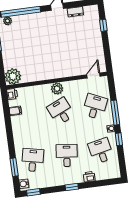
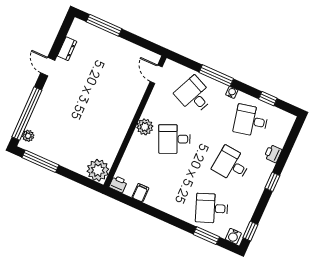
window: (103, 25) -> (104, 25), width x2.17
window: (119, 139) -> (268, 99), moved
desk: (33, 160) -> (212, 208), turned -33

